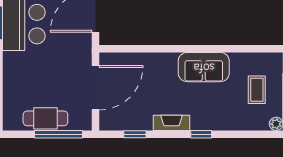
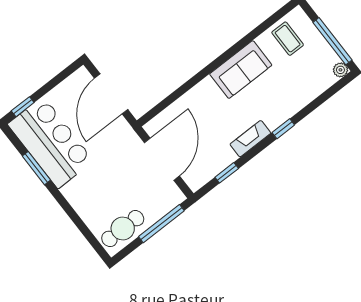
coffee table: (257, 90) -> (288, 39), moved
cafe table: (45, 118) -> (123, 229), moved

